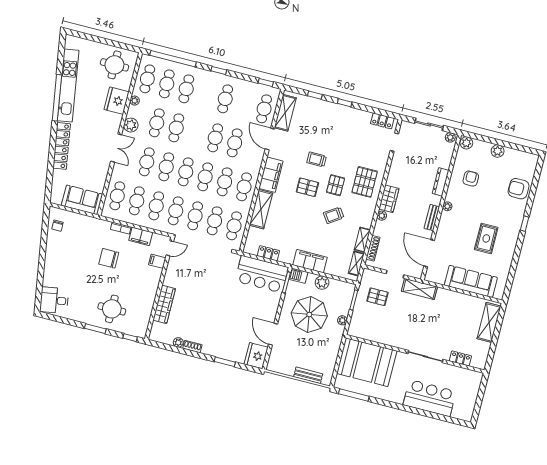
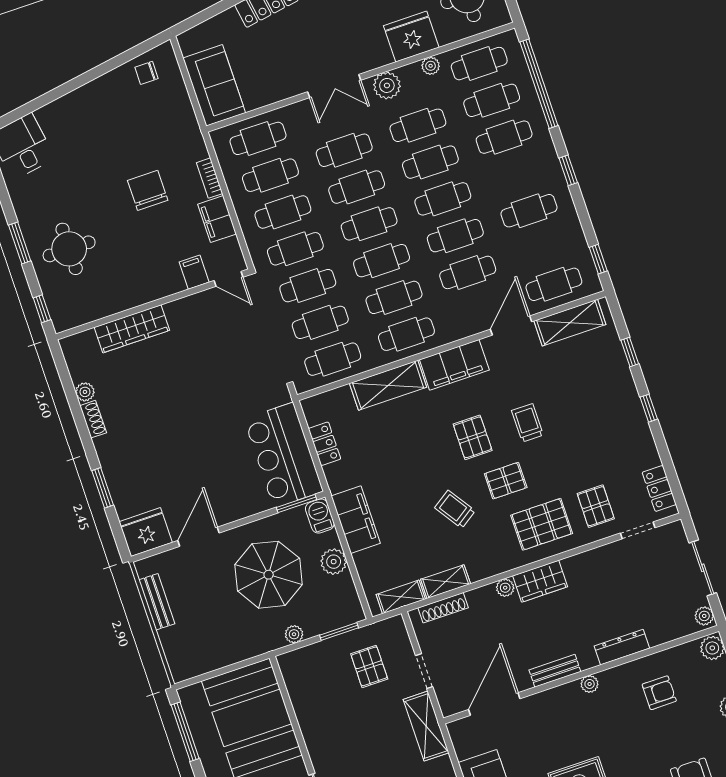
cafe table: (196, 133) -> (443, 199), added
pallet: (372, 153) -> (596, 506), added
bench: (308, 375) -> (157, 602), moved

